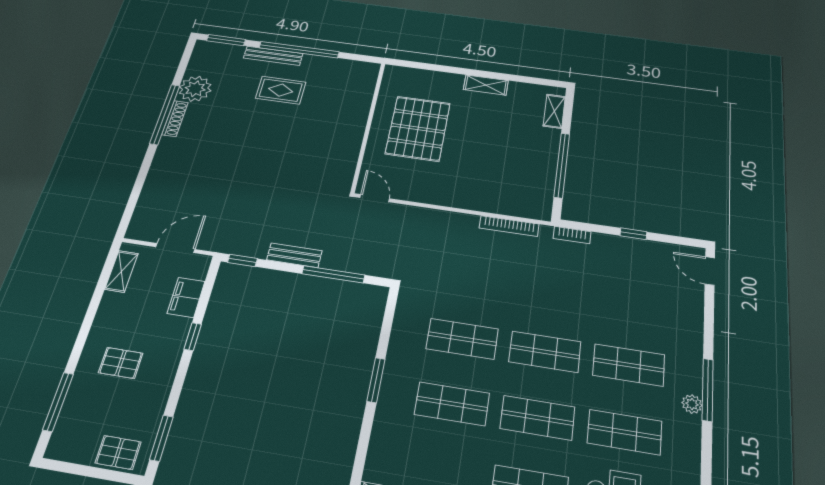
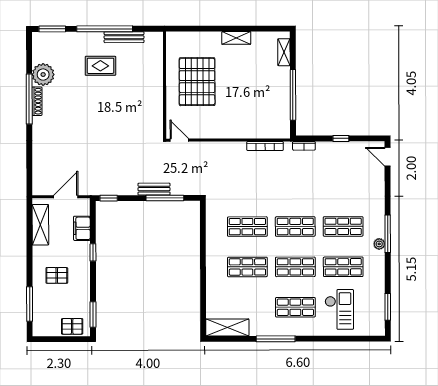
bench: (273, 56) -> (124, 37), moved
bench: (294, 255) -> (154, 189), moved
shelving: (121, 271) -> (40, 225), width x1.50, depth x1.33
window: (376, 380) -> (203, 260), removed

